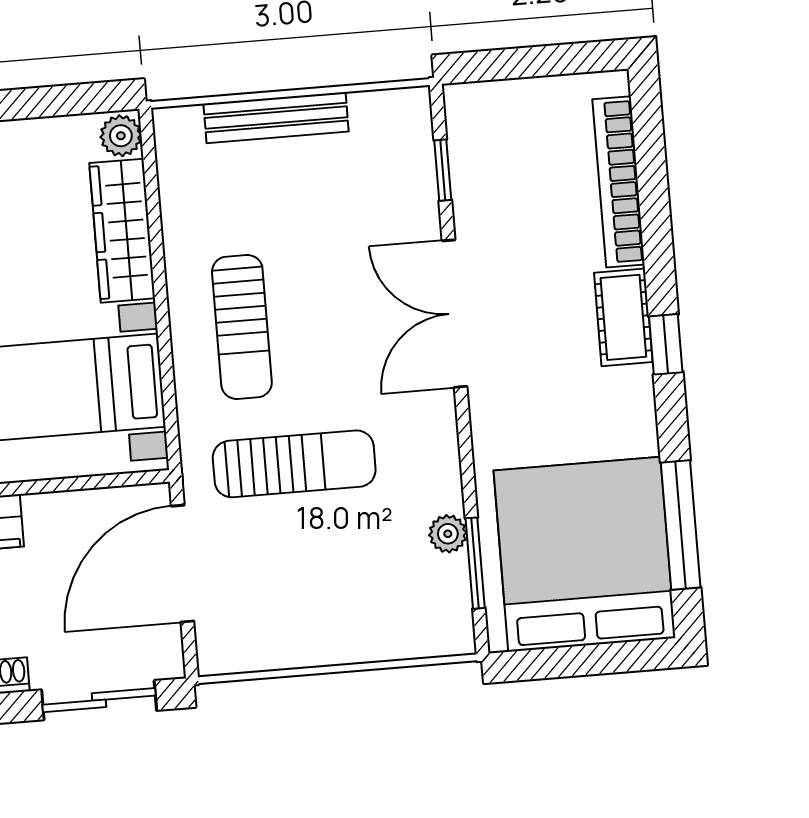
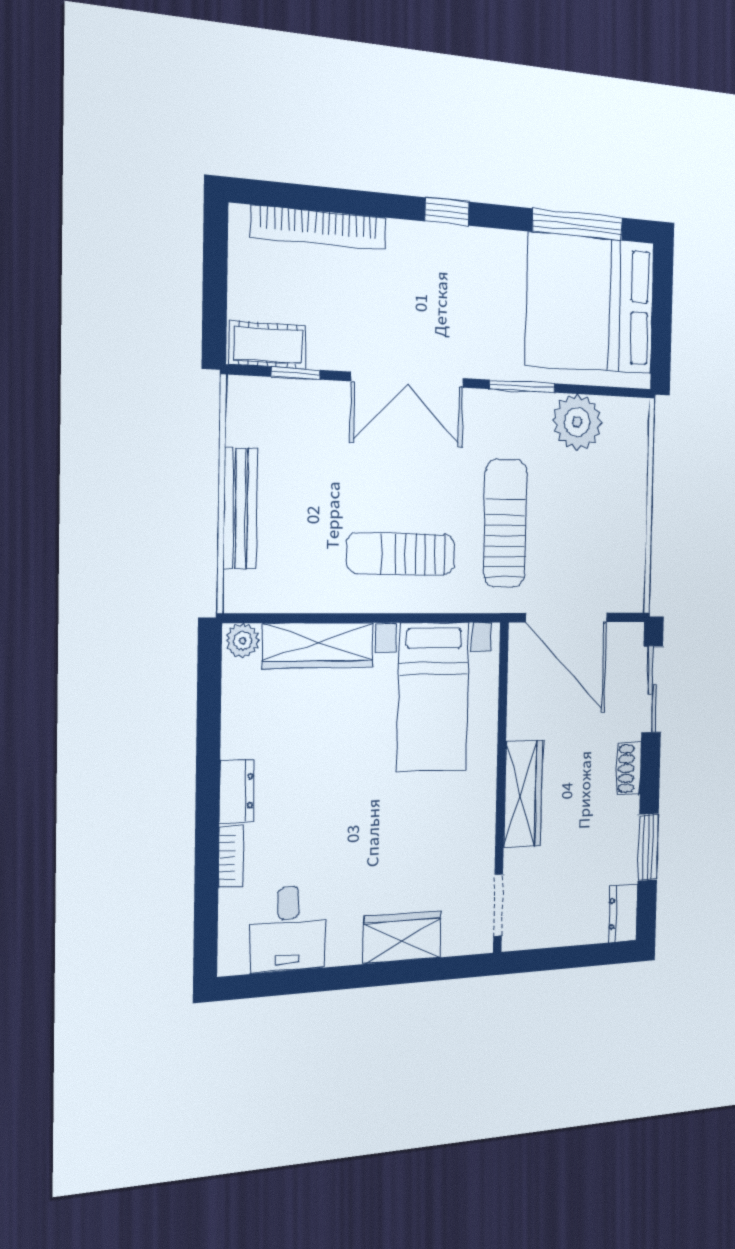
cot: (623, 317) -> (268, 345), moved
sun lounger: (242, 327) -> (401, 554), turned 180
plant: (448, 534) -> (577, 422), width x1.87, depth x1.87
window: (475, 563) -> (522, 386), moved

